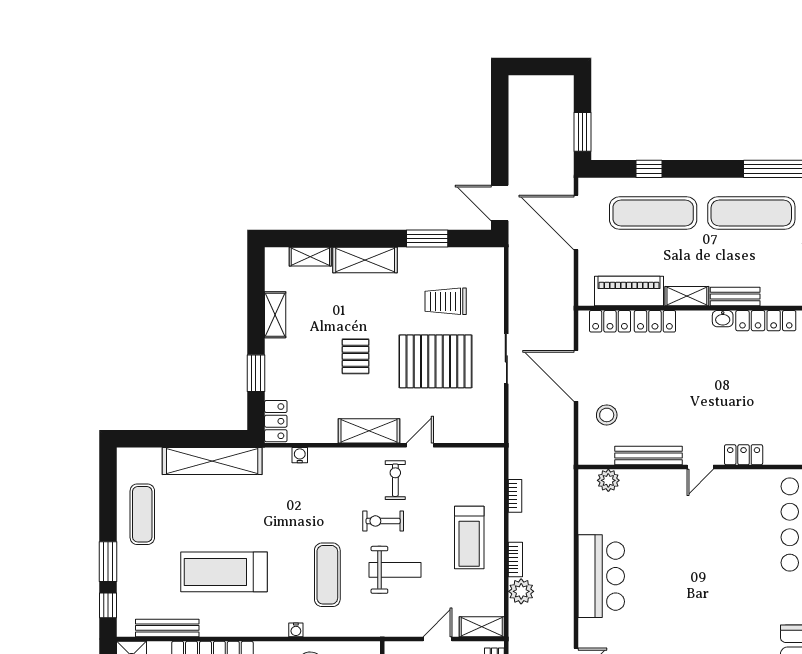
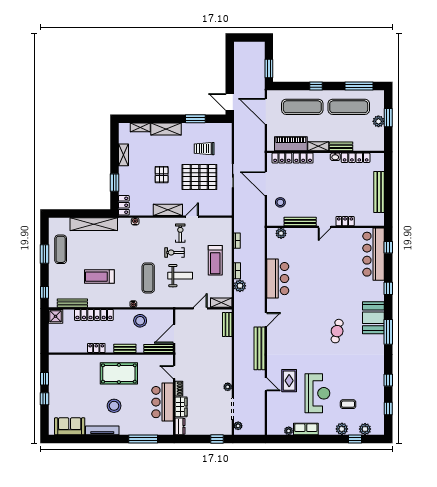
window: (649, 169) -> (316, 86), moved
window: (108, 562) -> (44, 254), moved
treadmill: (224, 572) -> (99, 277), width x0.73, depth x0.73

